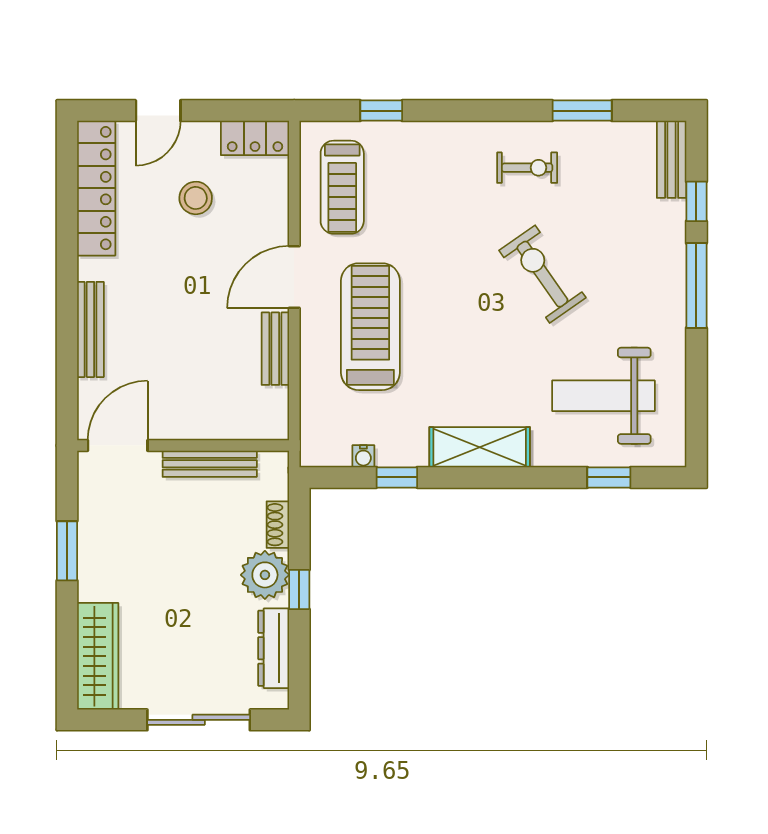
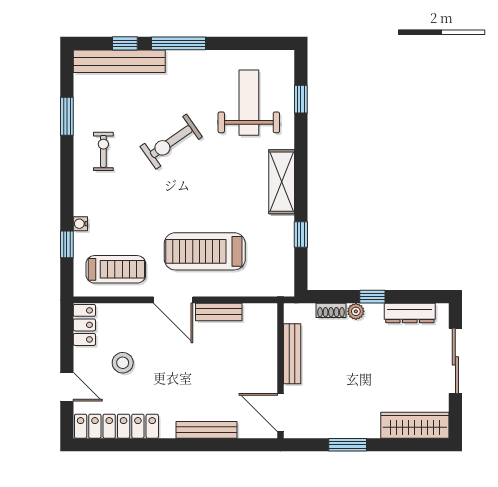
bench: (672, 159) -> (119, 61), width x1.86, depth x1.21
weight bench: (603, 396) -> (249, 103), turned 180
water cooler: (363, 456) -> (80, 224), moved, turned 180
plant: (265, 575) -> (356, 311), width x0.53, depth x0.53

